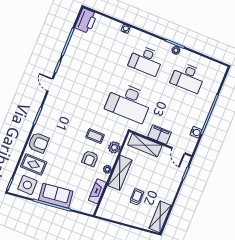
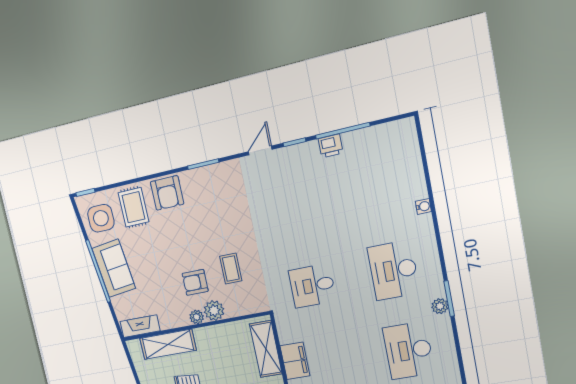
printer: (86, 21) -> (331, 146), moved, width x0.53, depth x0.68
desk: (129, 102) -> (312, 286), width x0.53, depth x0.77
plant: (114, 147) -> (214, 311), moved
shelving: (120, 173) -> (168, 344), moved
fireplace: (97, 191) -> (140, 326), moved

